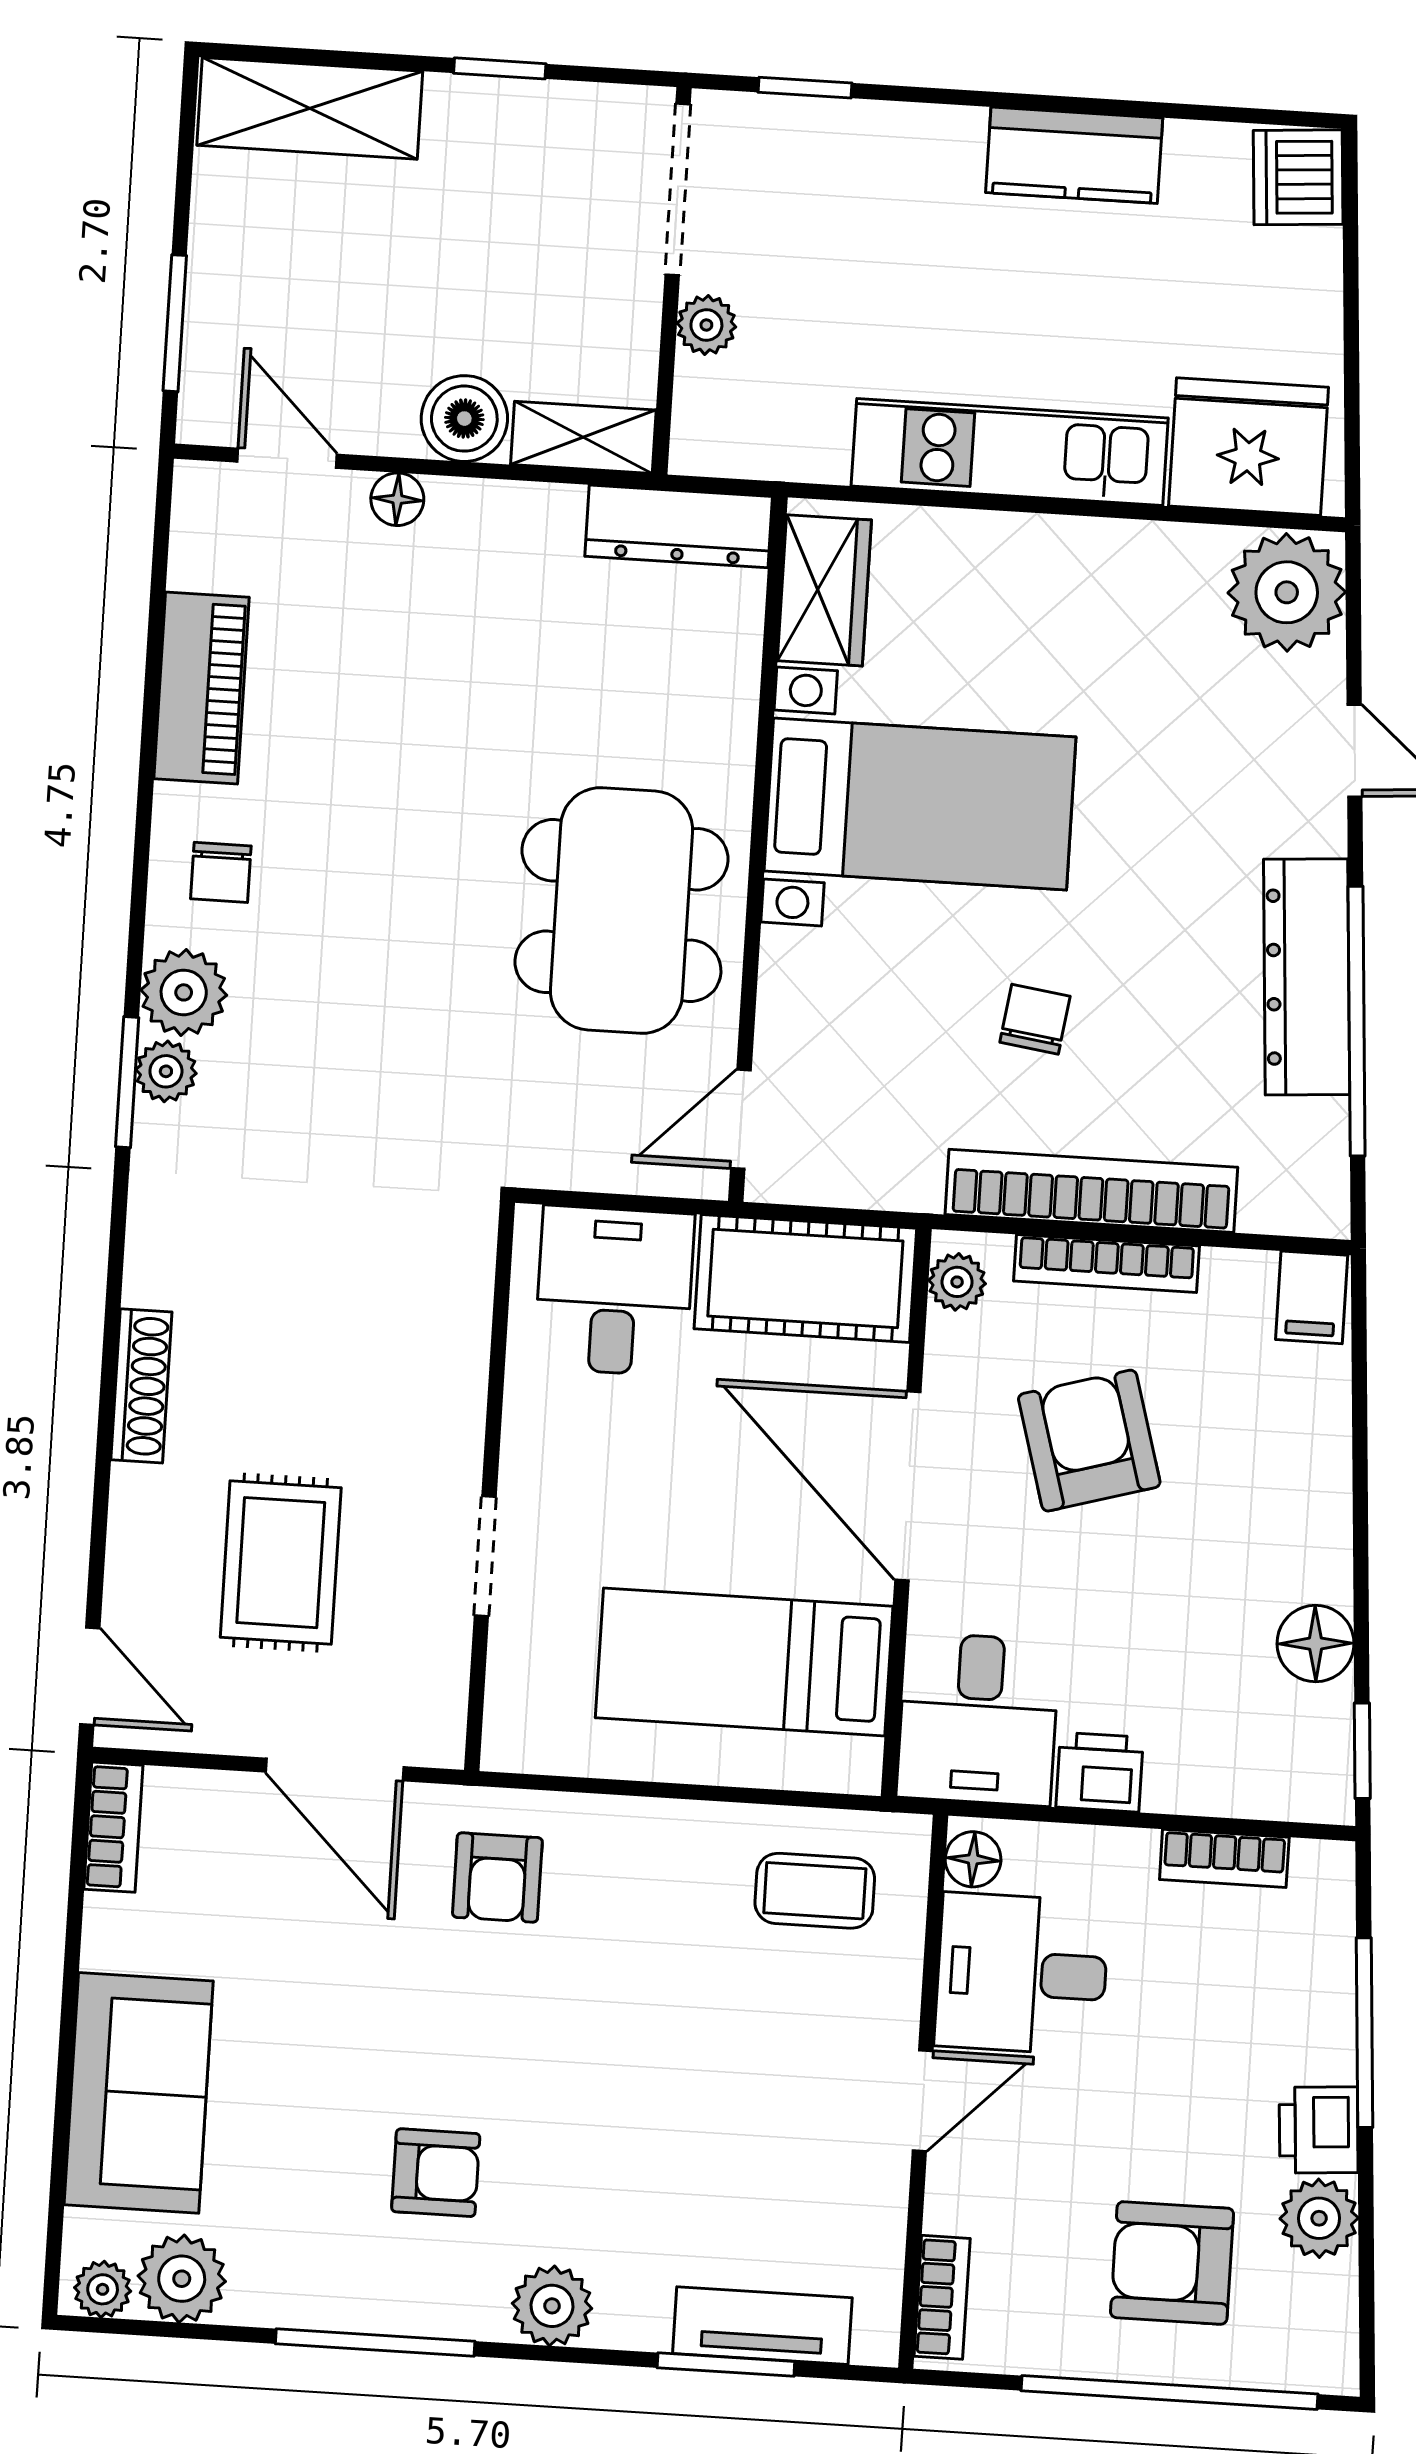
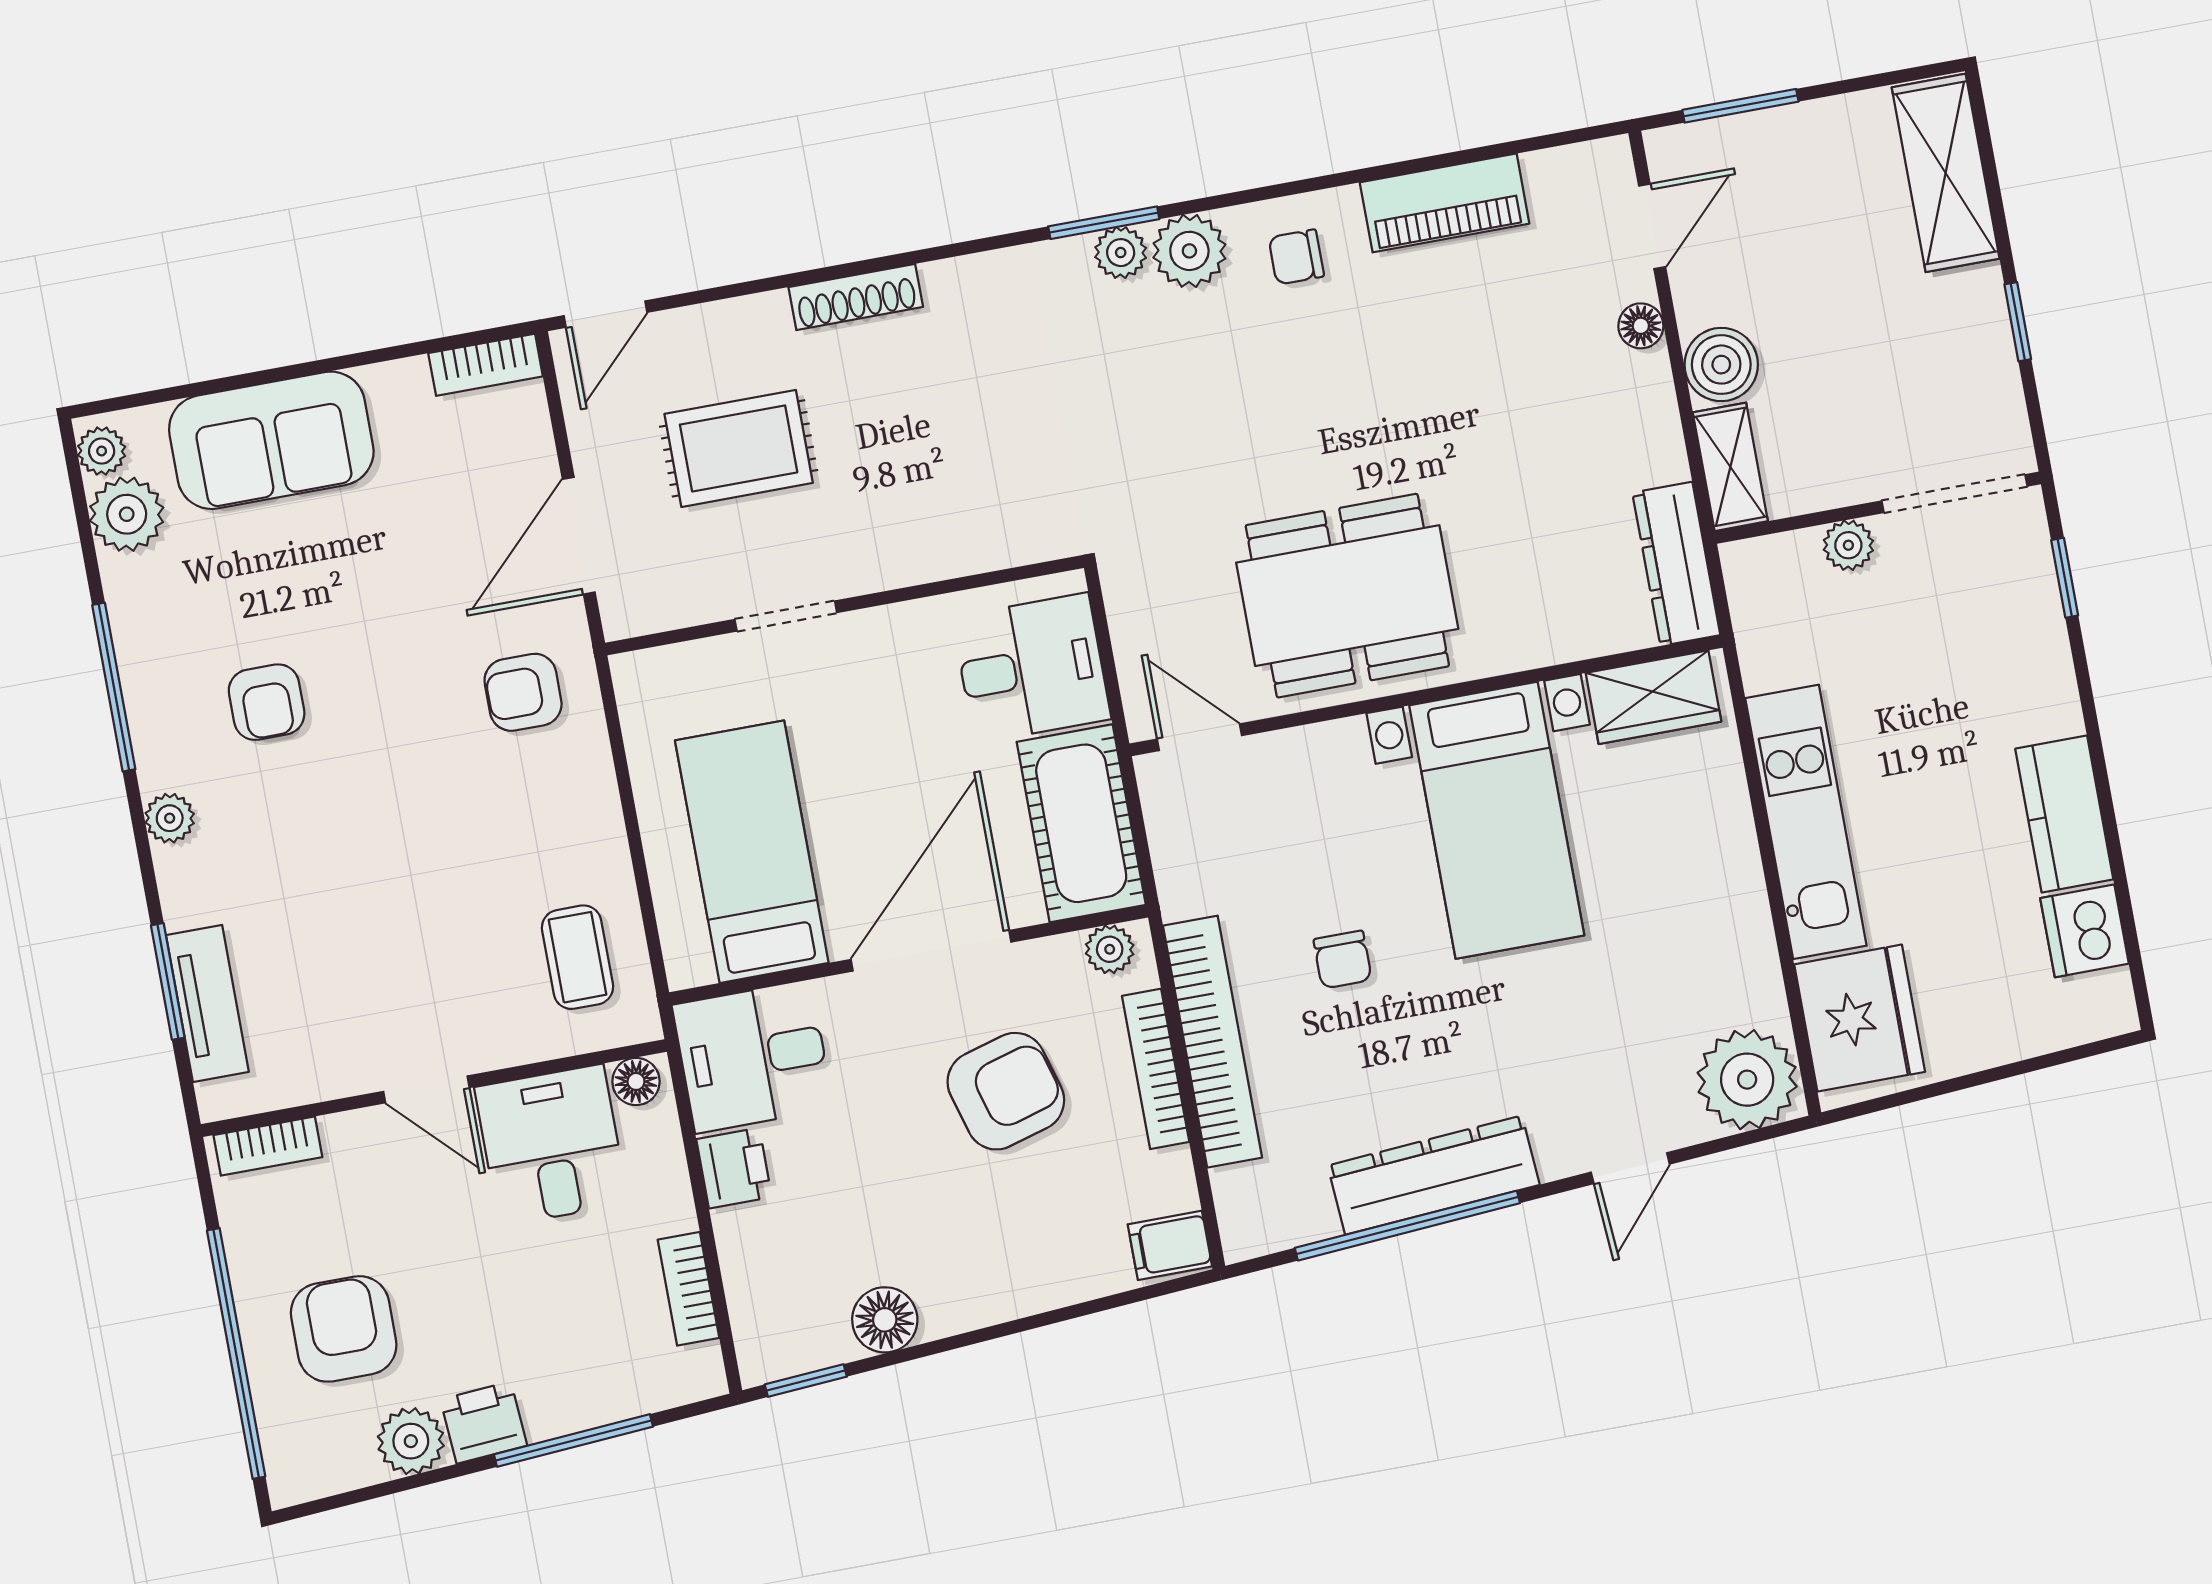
dishwasher: (1298, 177) -> (2085, 931), moved, turned -86
chair: (1035, 1019) -> (1343, 960), turned 82
plant: (552, 2306) -> (170, 818), width x0.73, depth x0.73

